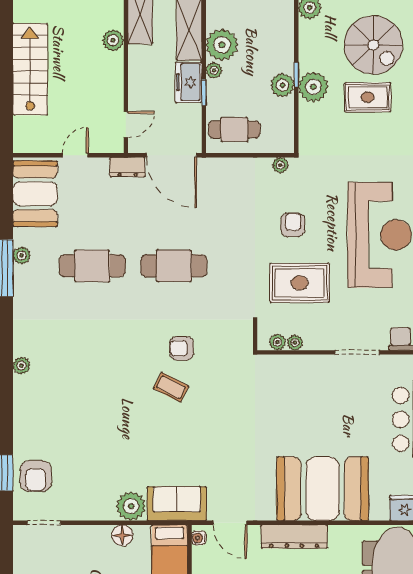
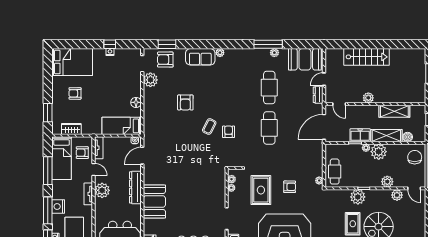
plant: (113, 40) -> (368, 98), moved
plant: (282, 85) -> (387, 182), moved
cafe table: (234, 129) -> (335, 172), moved
door: (75, 155) -> (324, 79), swing flipped
dresser: (127, 167) -> (318, 95), moved
armchair: (122, 436) -> (185, 102), added
booth: (323, 489) -> (154, 202), width x0.73, depth x0.70
sofa: (177, 504) -> (200, 57), moved, turned 90
plant: (131, 506) -> (150, 80), moved

